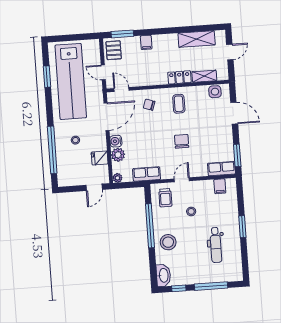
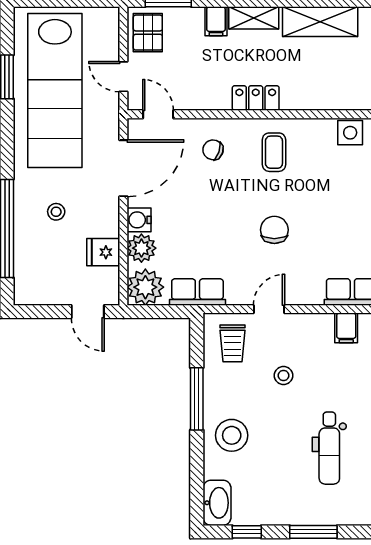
shelving: (204, 76) -> (254, 18), moved
locker: (179, 77) -> (256, 98), moved
plant: (117, 178) -> (145, 287), width x1.88, depth x1.88
door: (94, 187) -> (88, 312), hinge flipped
window: (150, 226) -> (197, 399), width x0.68
window: (211, 286) -> (313, 532), width x0.69

